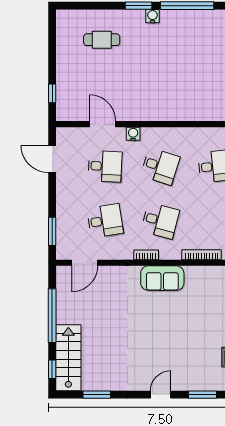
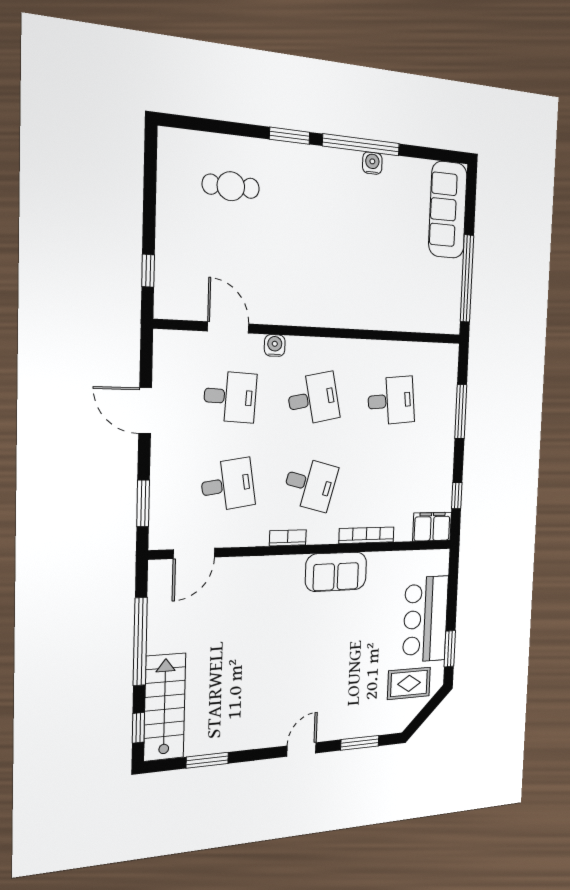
water cooler: (153, 16) -> (372, 163), moved
door: (52, 159) -> (145, 411), moved
desk: (160, 166) -> (313, 399), turned -30
sofa: (162, 278) -> (336, 572), moved

